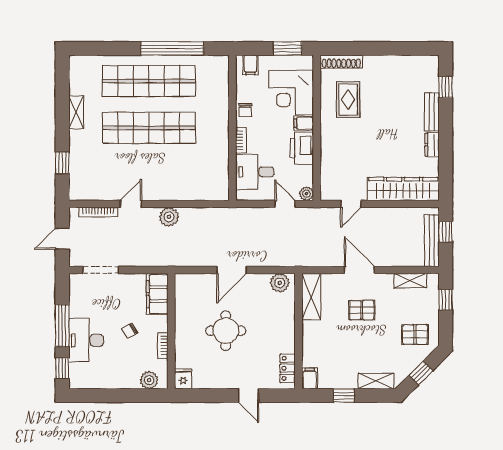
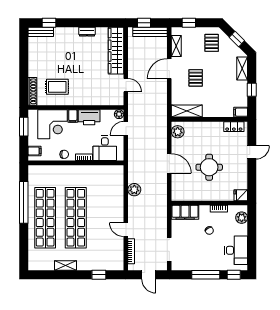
bench: (432, 112) -> (41, 32), moved
plant: (169, 217) -> (134, 190), moved
door: (359, 270) -> (169, 69), moved
desk: (86, 340) -> (236, 250), moved, turned -90

